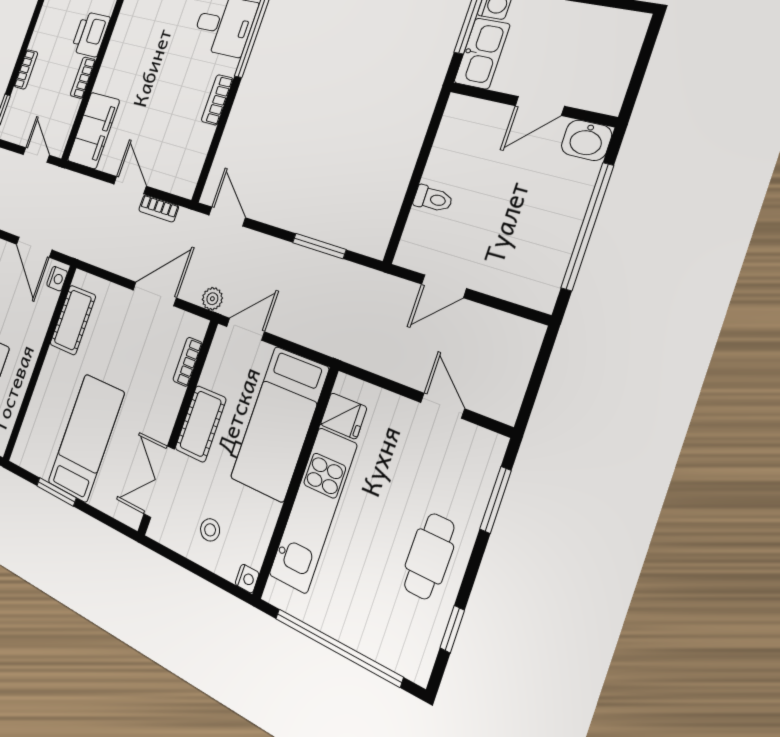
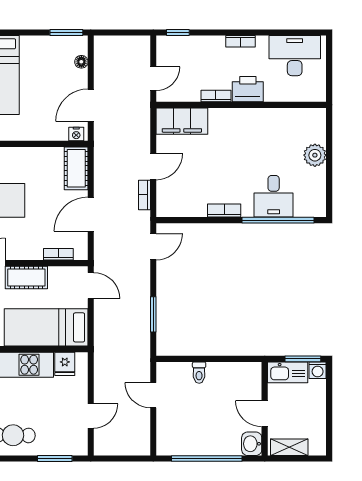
bookcase: (26, 69) -> (241, 41), moved
shelving: (615, 76) -> (289, 447), added
door: (155, 294) -> (91, 214), swing flipped
plant: (212, 299) -> (101, 256), removed
cot: (73, 320) -> (76, 168), moved, turned 90

